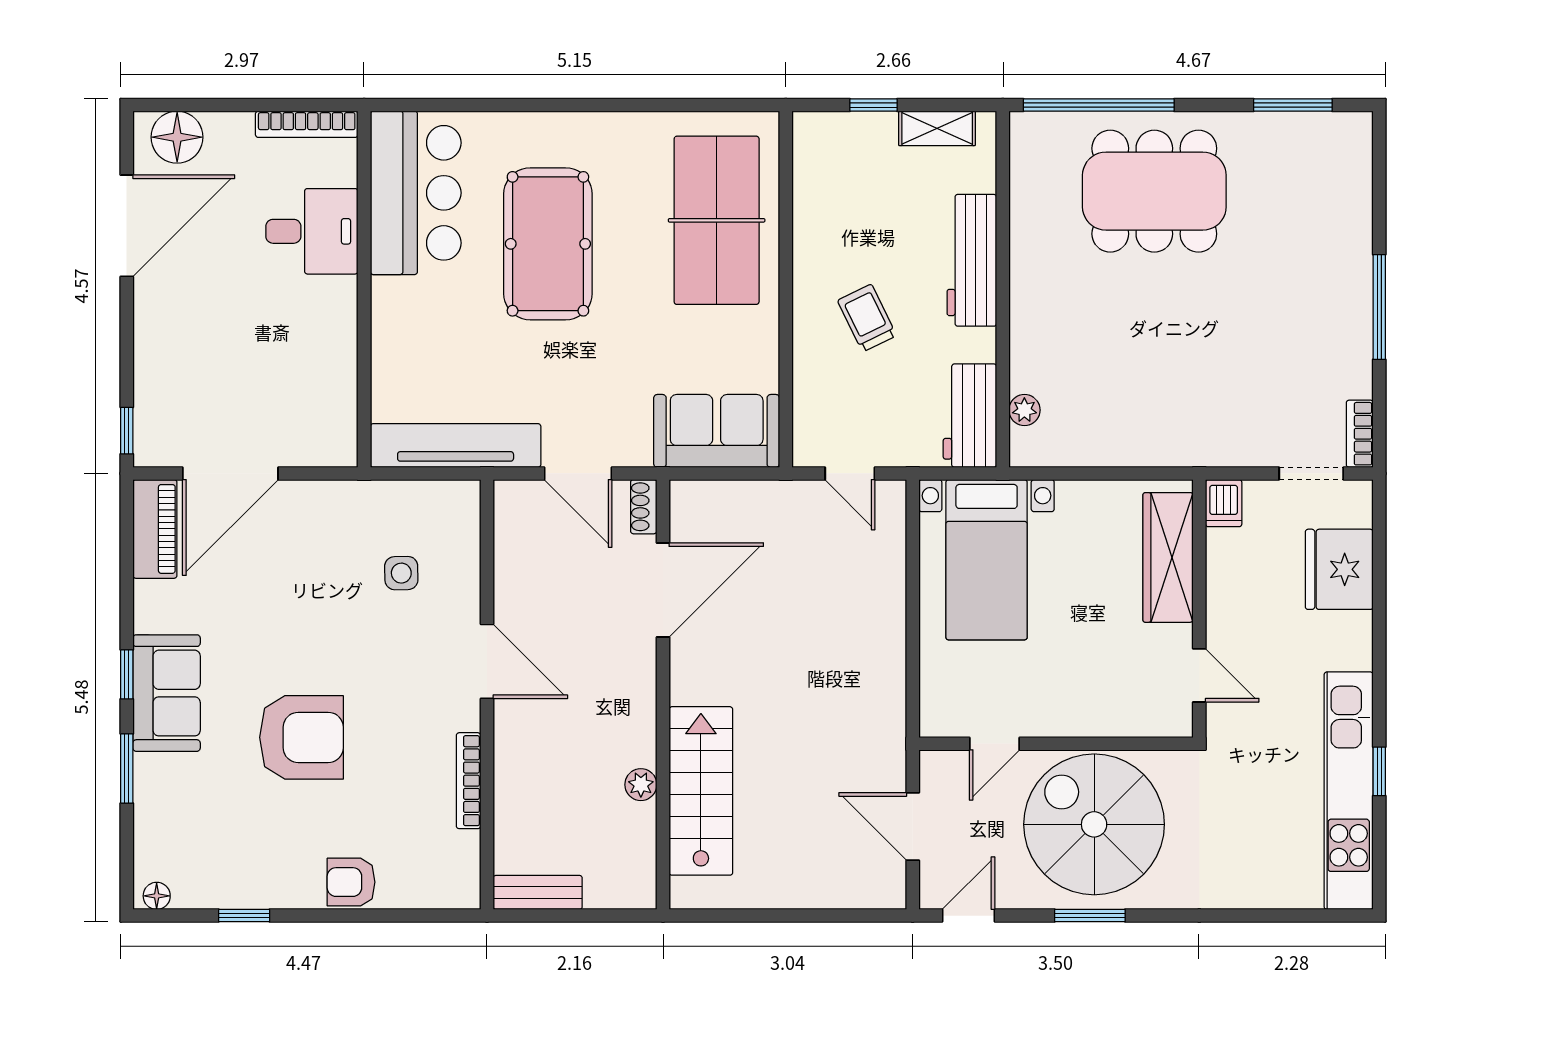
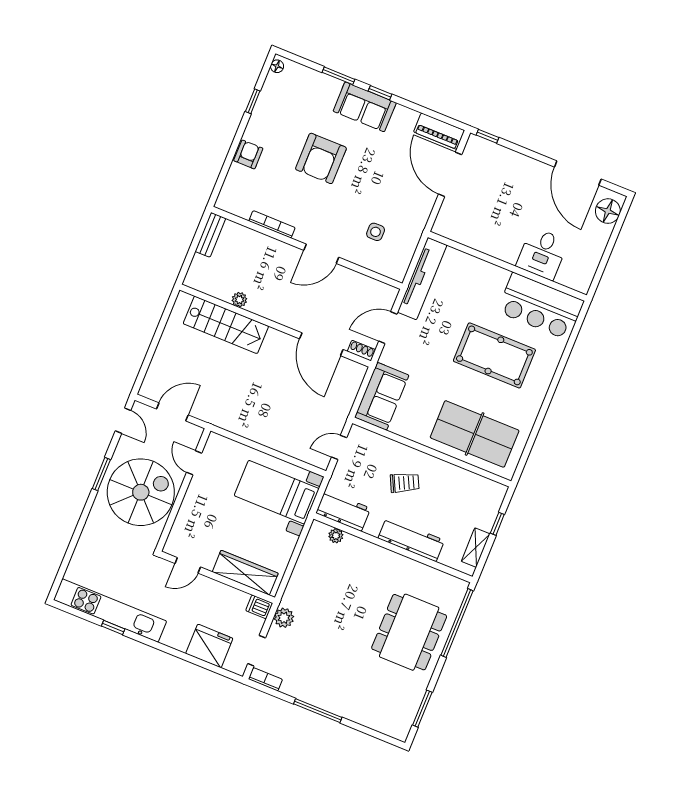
bookcase: (307, 124) -> (590, 270), removed
plant: (1225, 446) -> (284, 618), added

